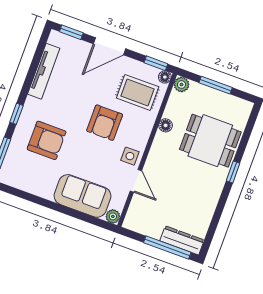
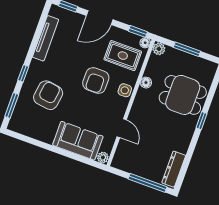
armchair: (47, 140) -> (48, 95), turned -82
side table: (130, 156) -> (125, 90), moved
dresser: (182, 240) -> (174, 169), moved, turned -90

